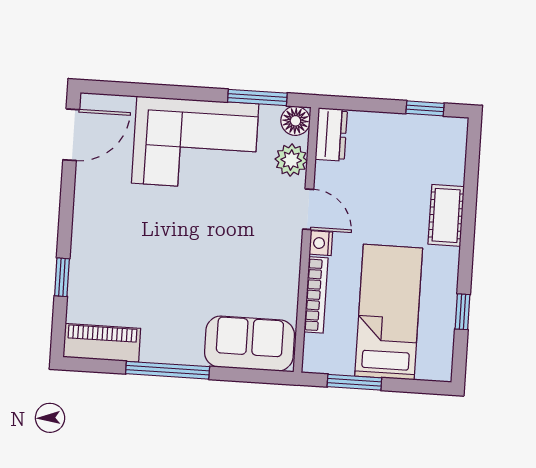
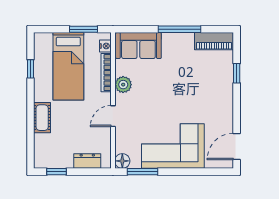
dresser: (331, 134) -> (87, 161), moved, turned 90
plant: (291, 160) -> (123, 85), moved
door: (308, 209) -> (113, 116), hinge flipped
nightstand: (321, 243) -> (105, 46), moved

